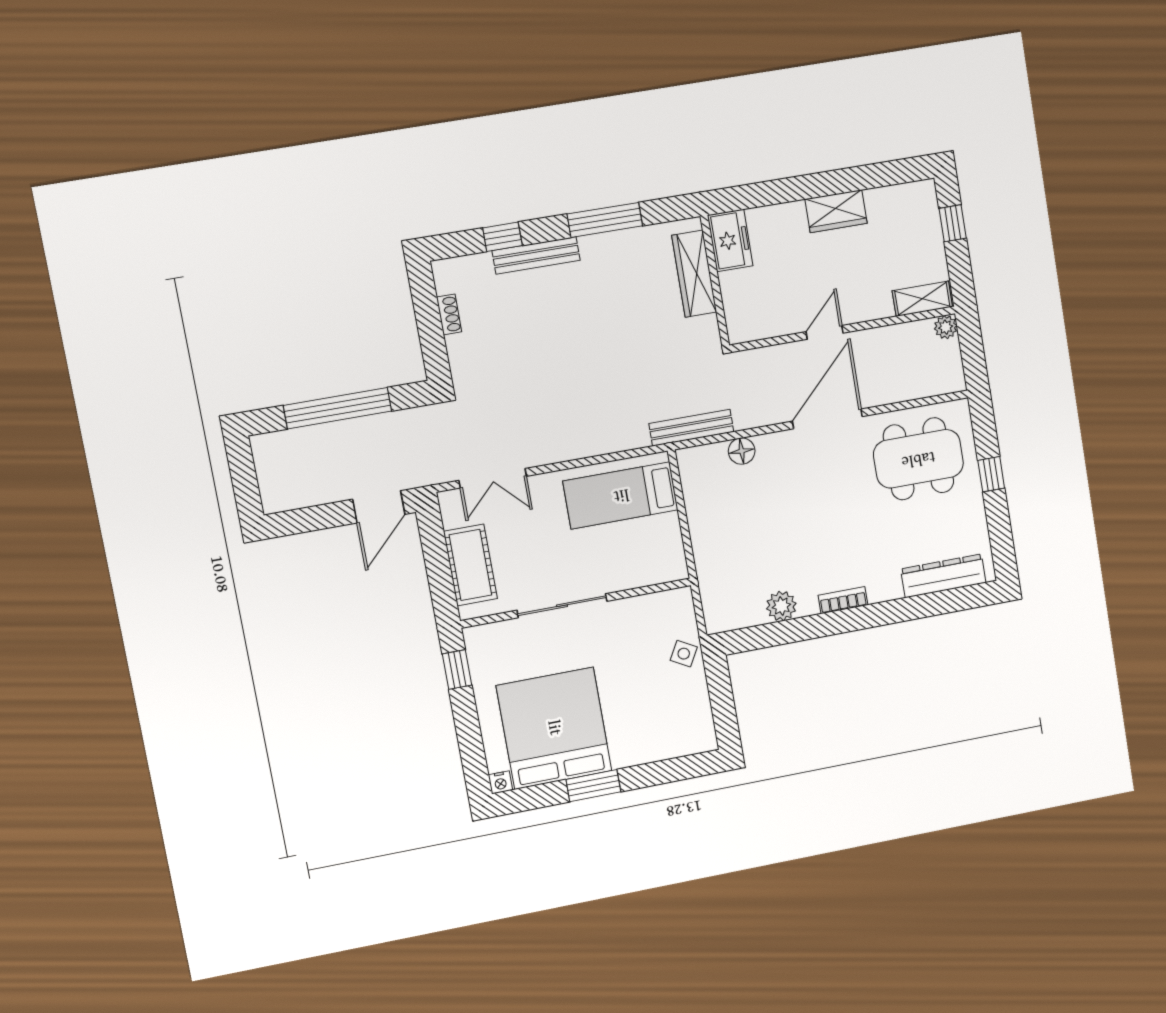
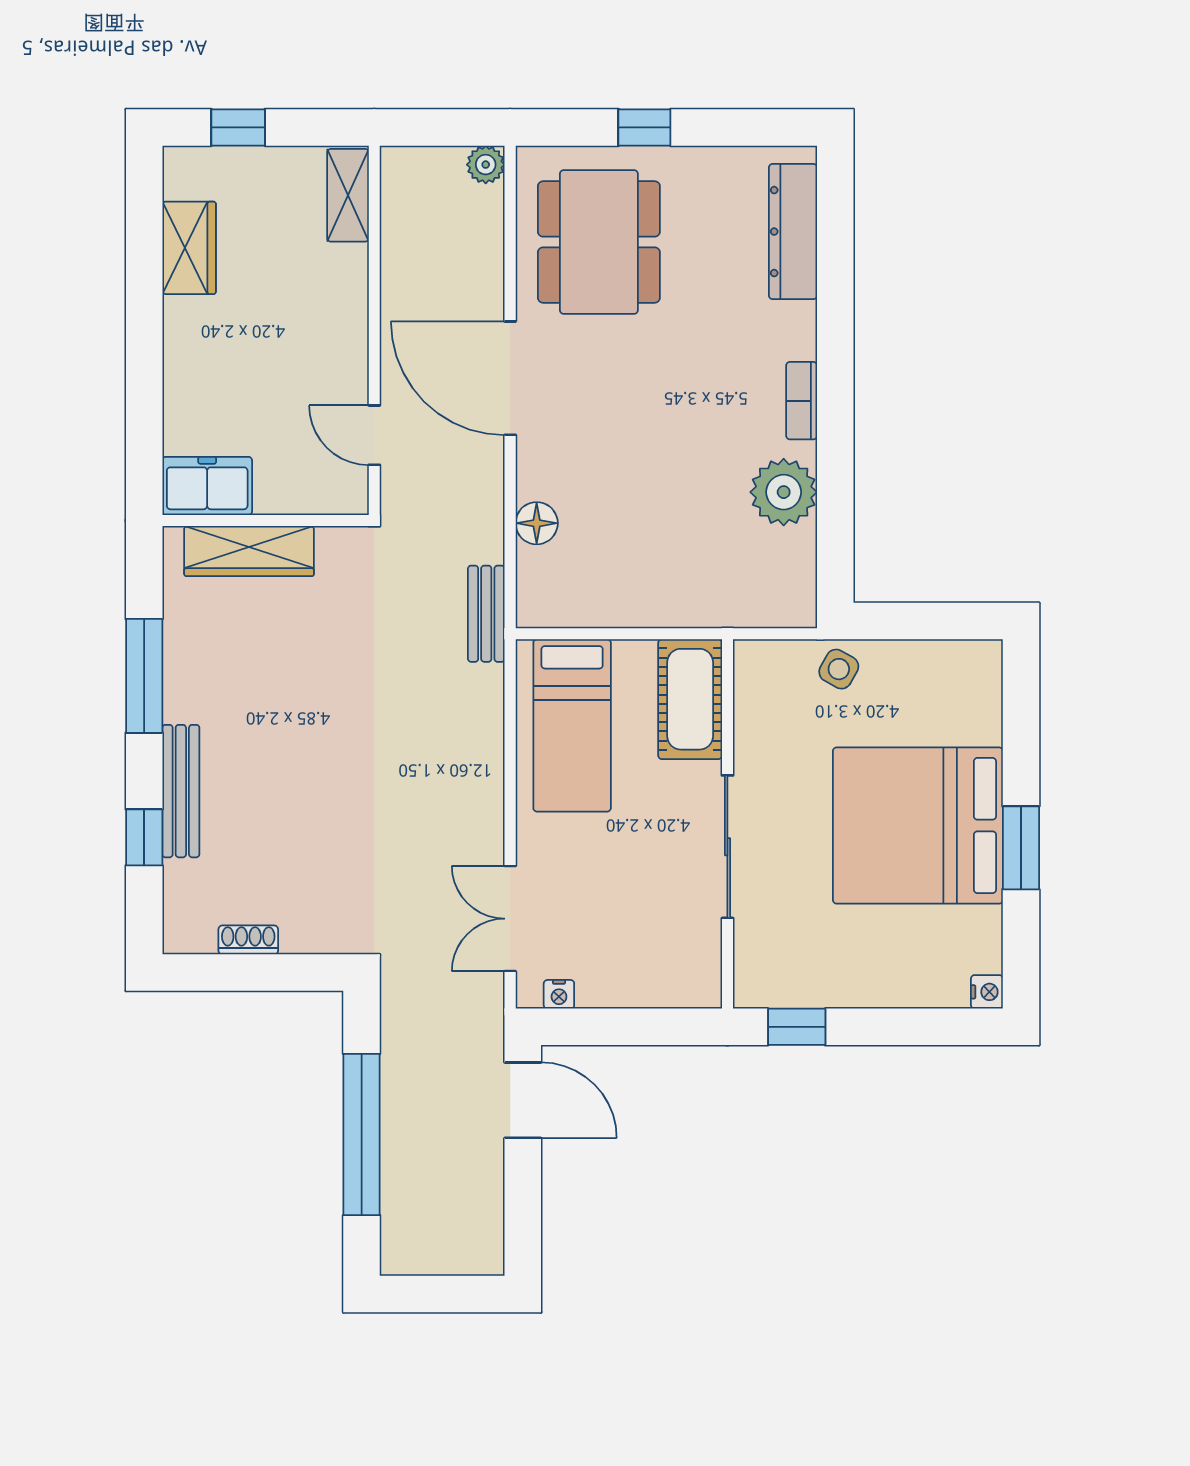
wardrobe: (836, 211) -> (189, 248), moved
plant: (946, 327) -> (486, 165), moved
door: (825, 332) -> (374, 435), moved
bench: (691, 428) -> (486, 614), width x0.73
double door: (493, 478) -> (510, 919), swing flipped
nightstand: (450, 518) -> (559, 994), added
cot: (470, 565) -> (690, 699), moved, turned 90
plant: (781, 606) -> (784, 492), width x1.36, depth x1.36
bed: (554, 728) -> (918, 826), moved

